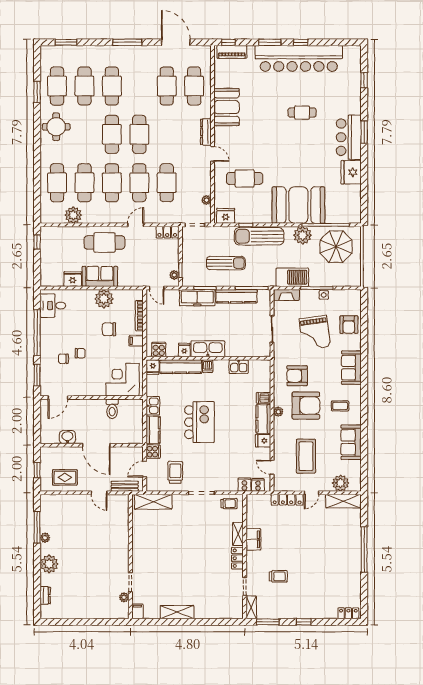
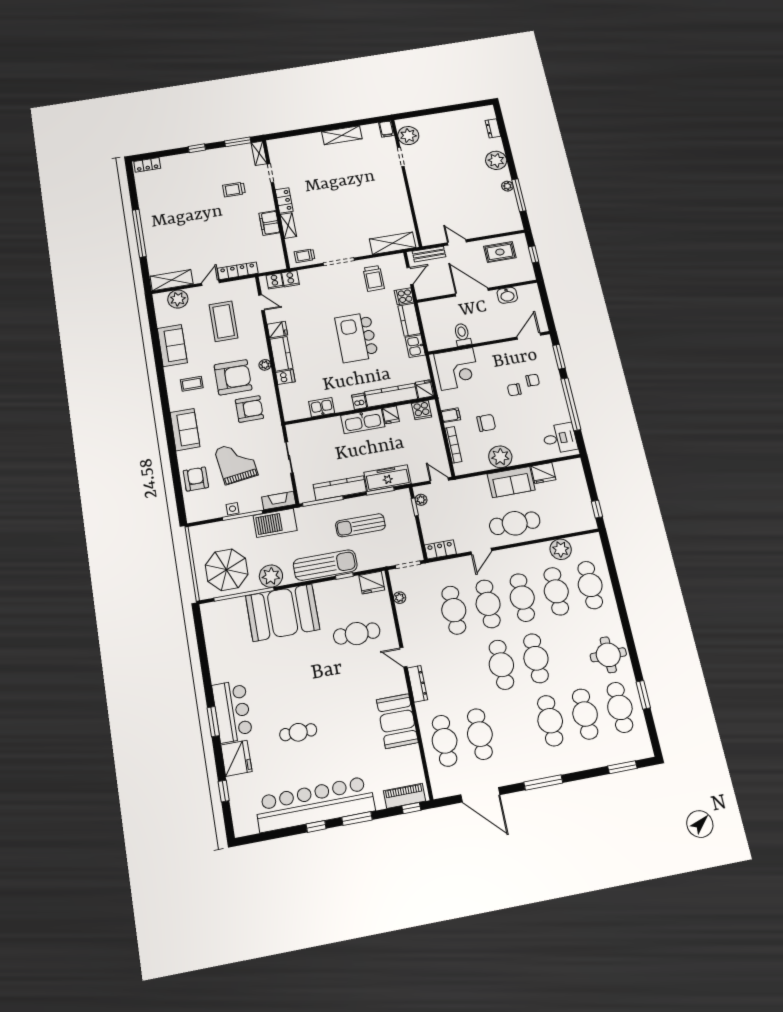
fridge: (351, 172) -> (236, 758), moved
armchair: (306, 406) -> (233, 377), turned 180
plant: (124, 597) -> (408, 136), width x1.88, depth x1.88

